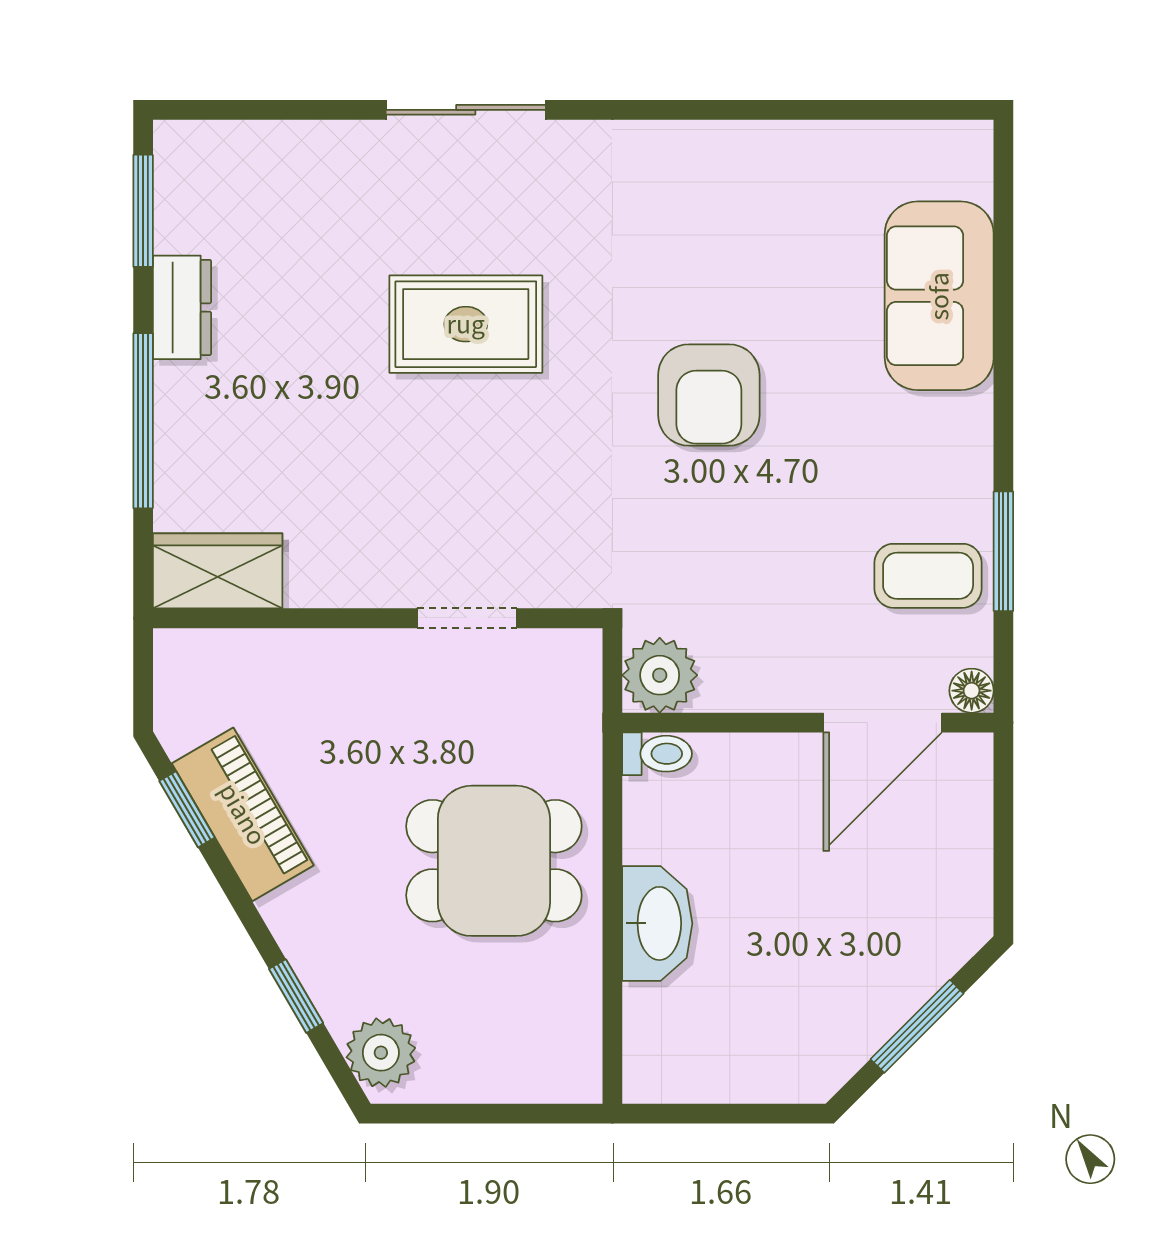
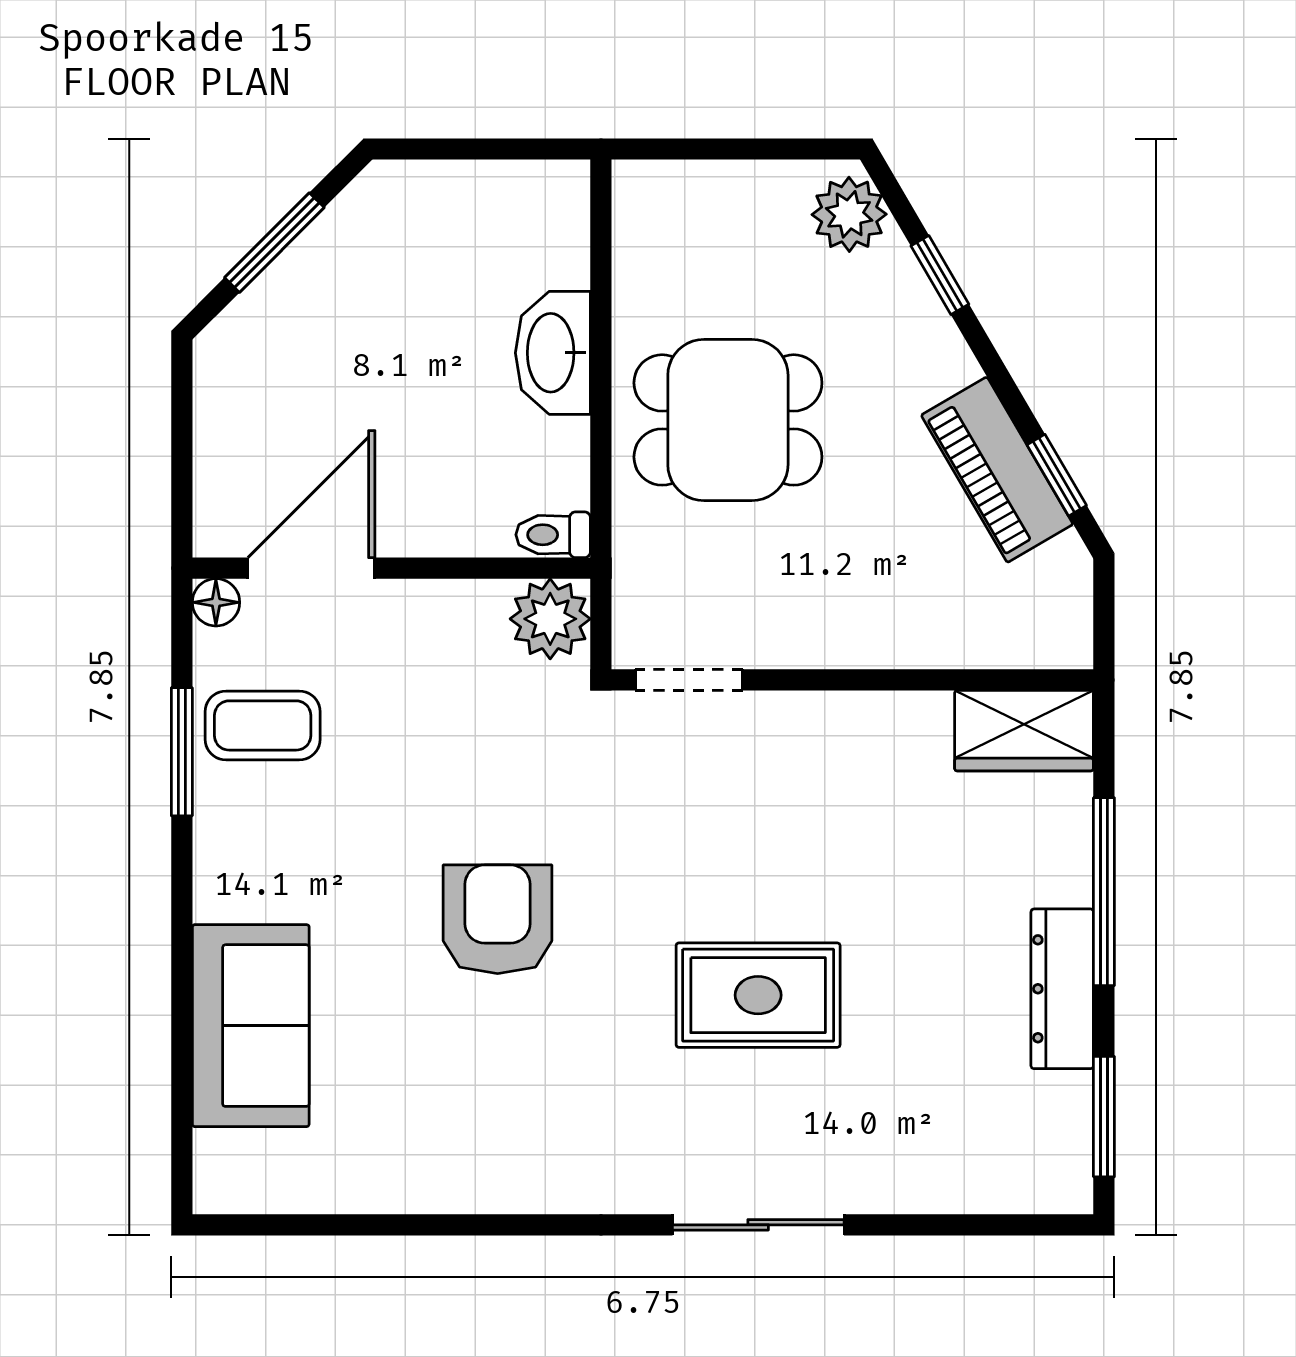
dresser: (182, 307) -> (1062, 989), width x1.44
doorway: (467, 618) -> (689, 680), moved

